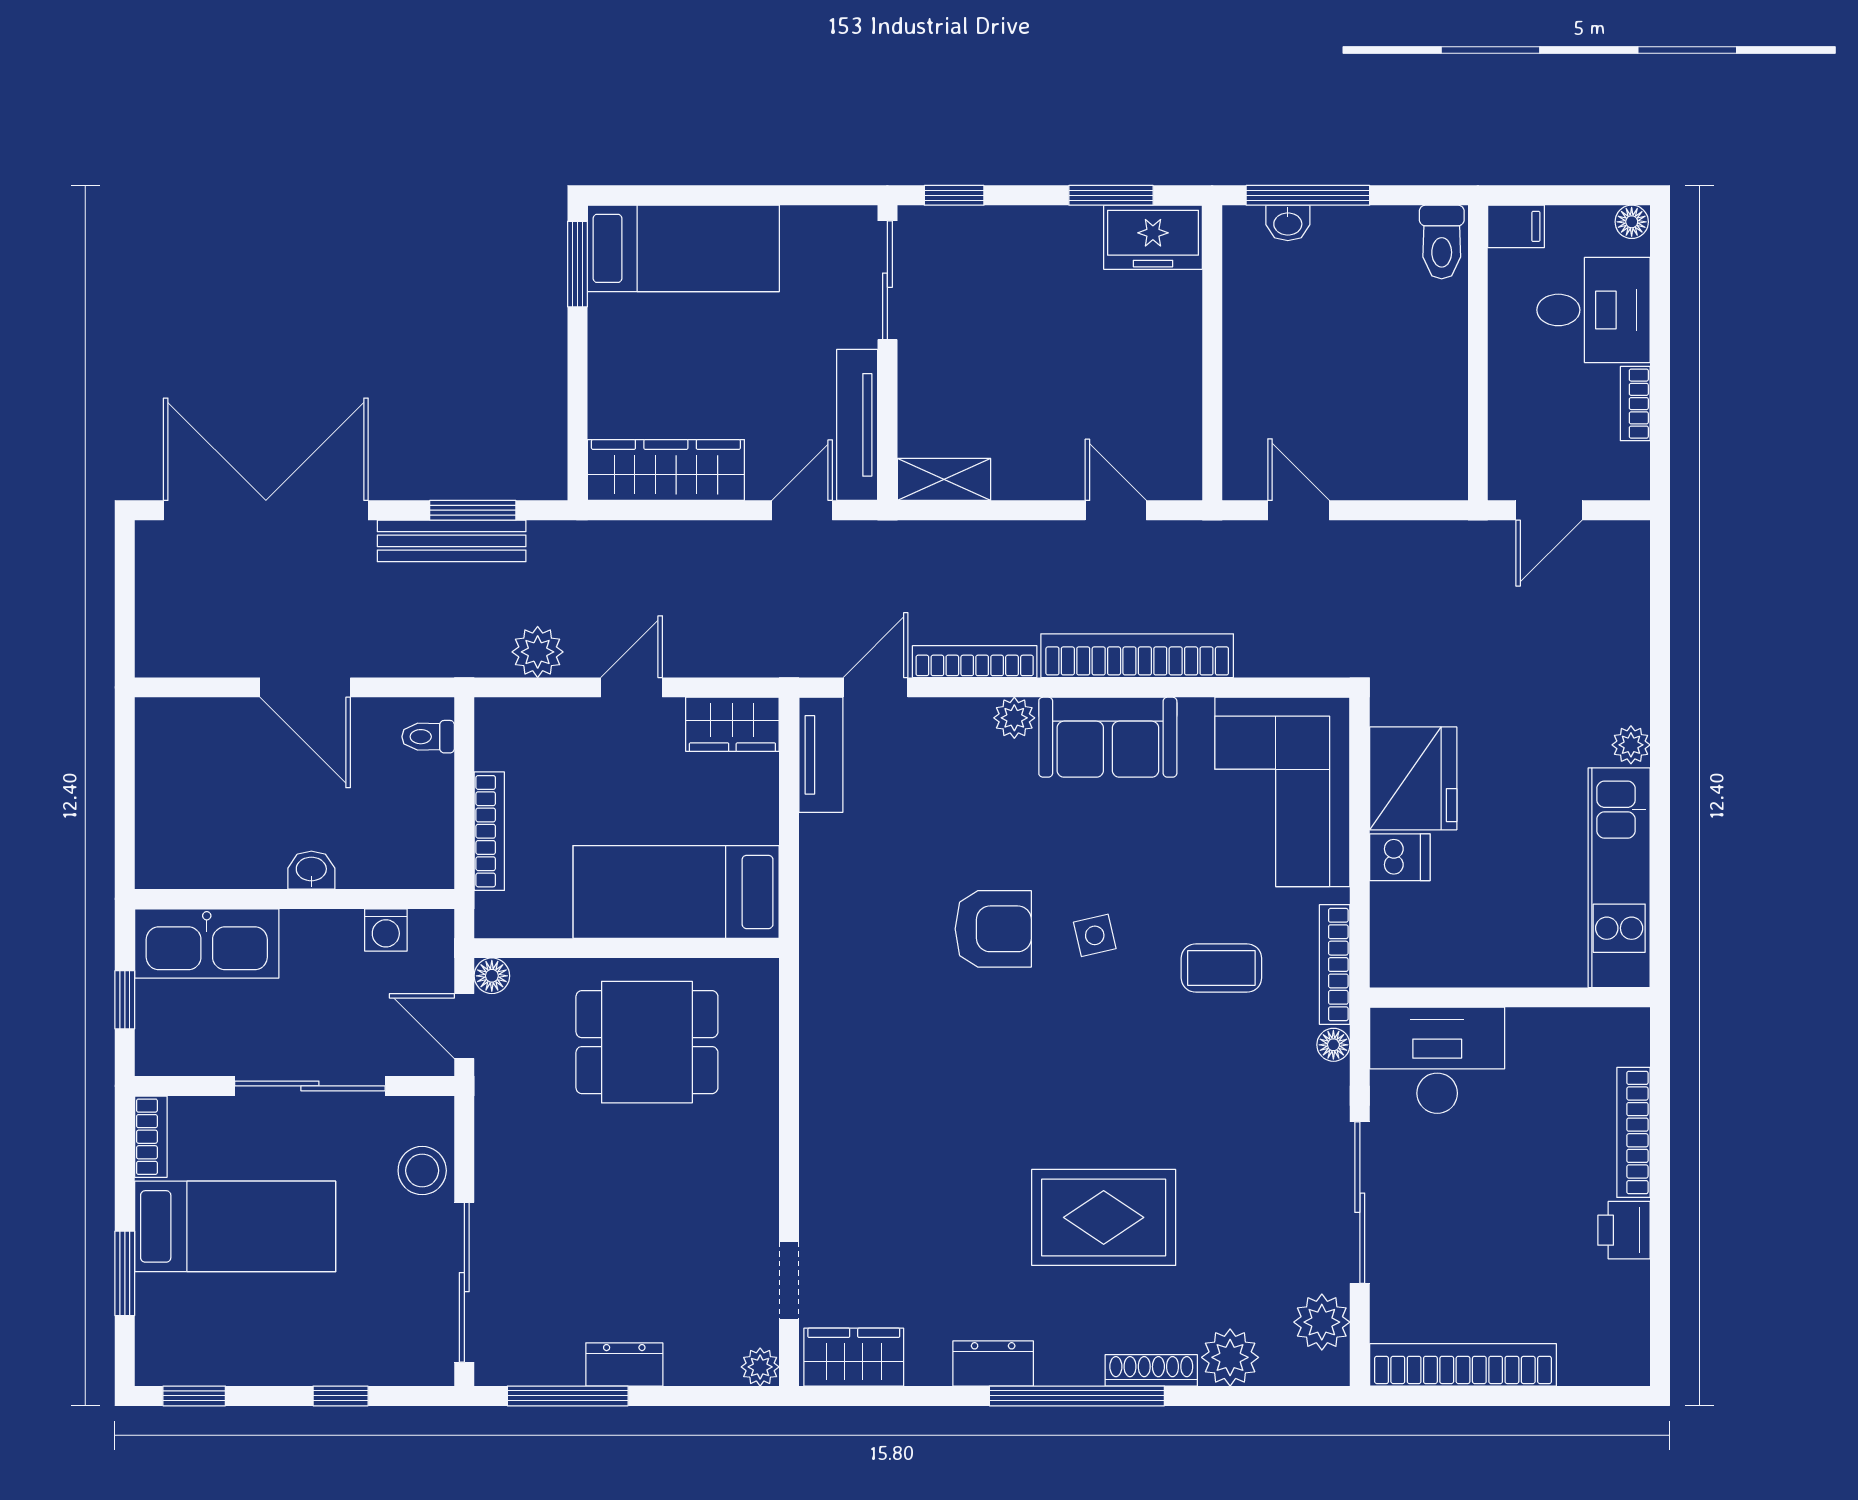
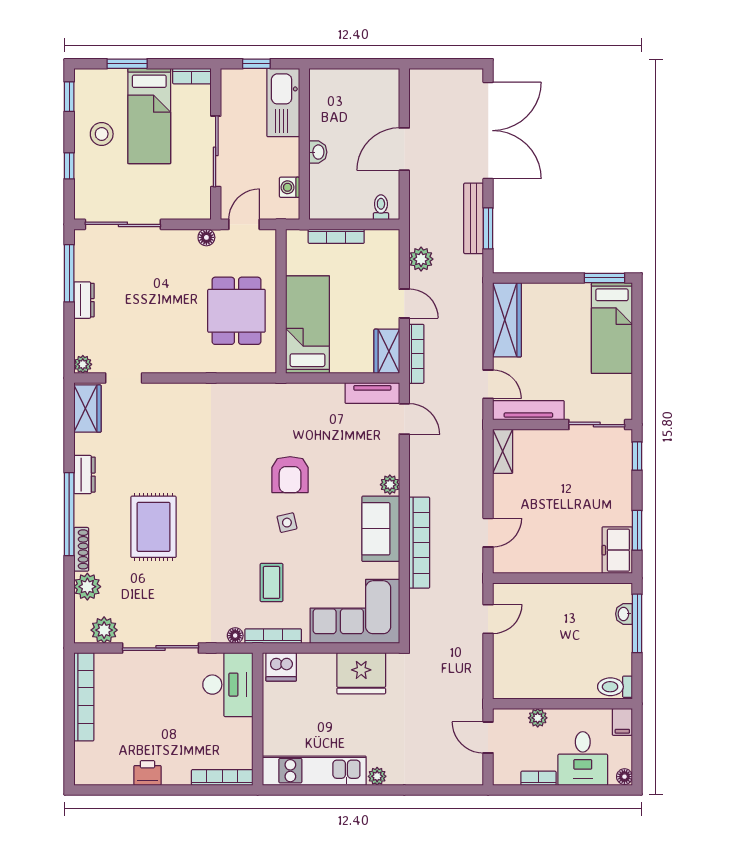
plant: (1508, 405) -> (538, 718), added
bookcase: (975, 662) -> (416, 354), moved
dishwasher: (1400, 857) -> (281, 667), moved, width x1.38
floor lamp: (492, 976) -> (206, 237), moved
bookcase: (1633, 1132) -> (222, 777), moved
stool: (422, 1171) -> (102, 134), moved

